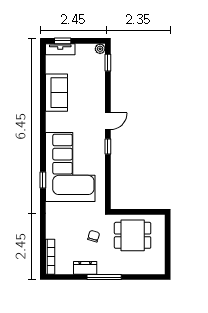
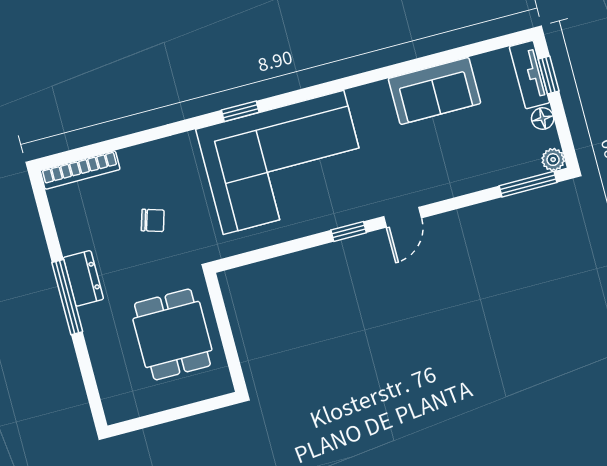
floor lamp: (81, 49) -> (543, 118), added
window: (108, 63) -> (528, 184), width x1.50
door: (108, 121) -> (403, 217), hinge flipped
chair: (94, 236) -> (153, 220), moved
dresser: (85, 268) -> (83, 278), moved

